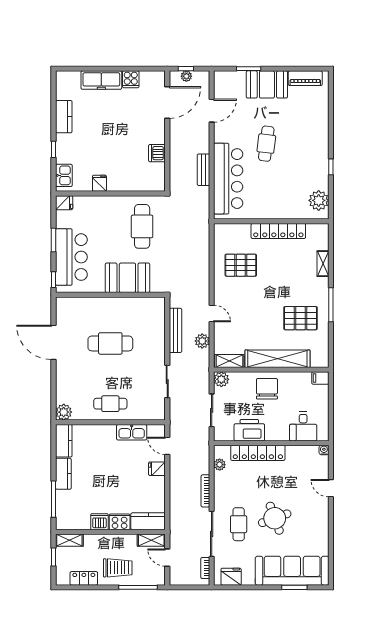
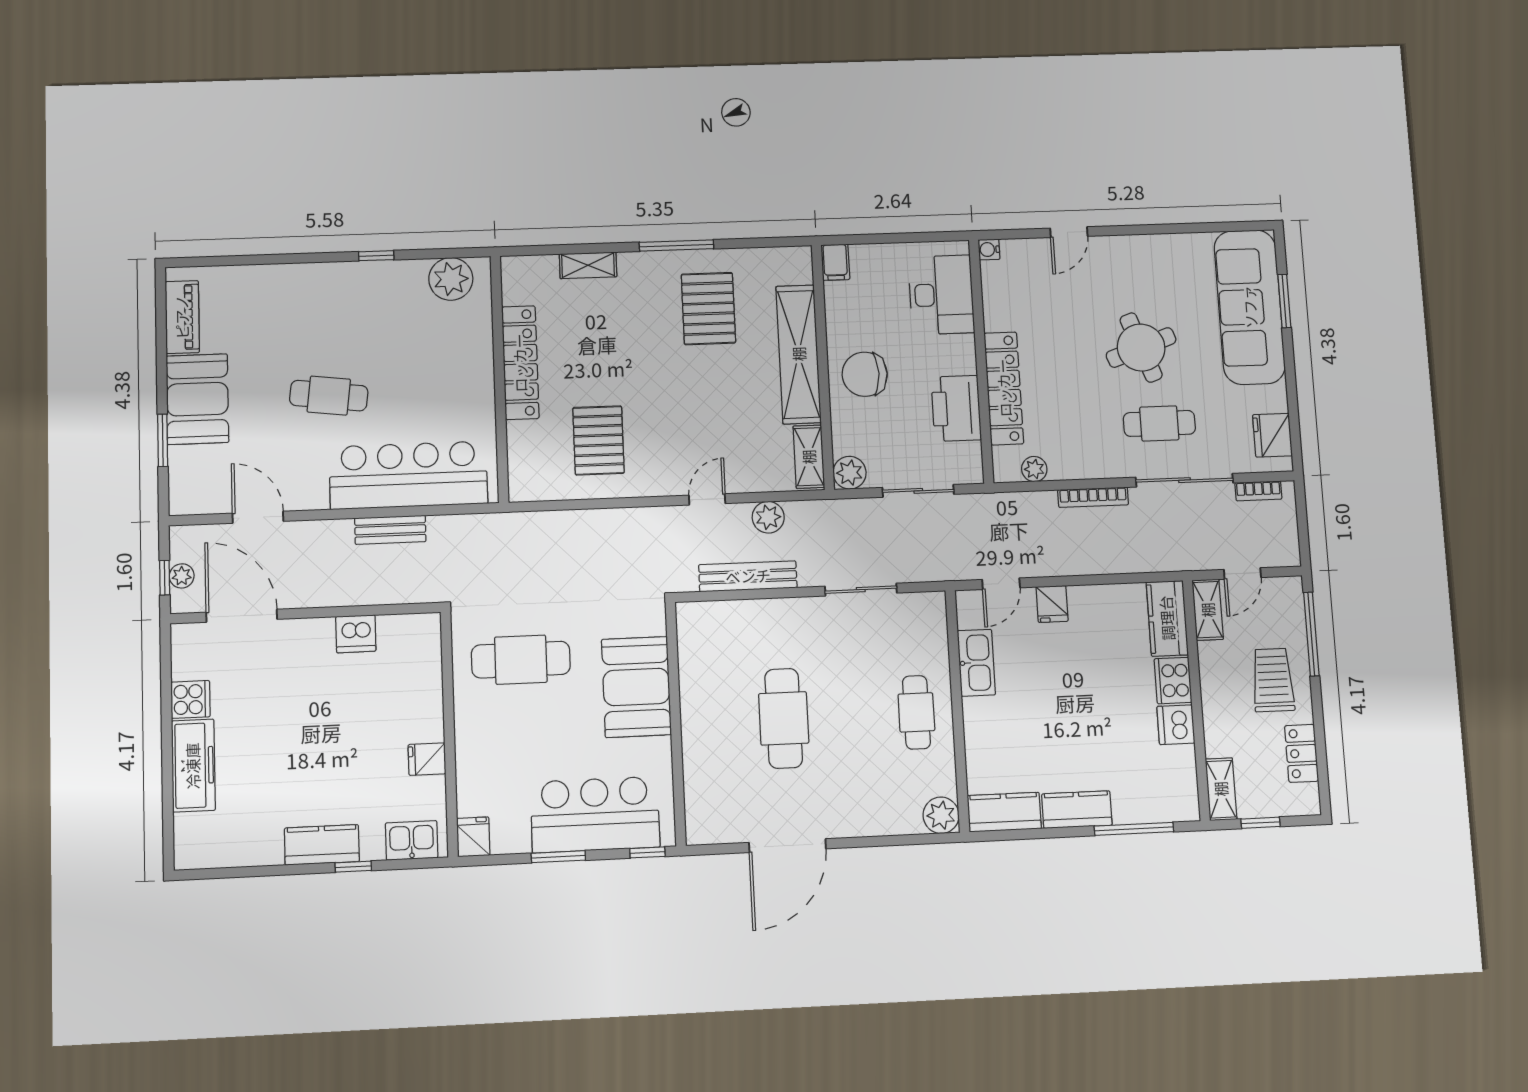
kitchen counter: (64, 117) -> (322, 845), moved
desk: (303, 427) -> (941, 295), width x1.37

